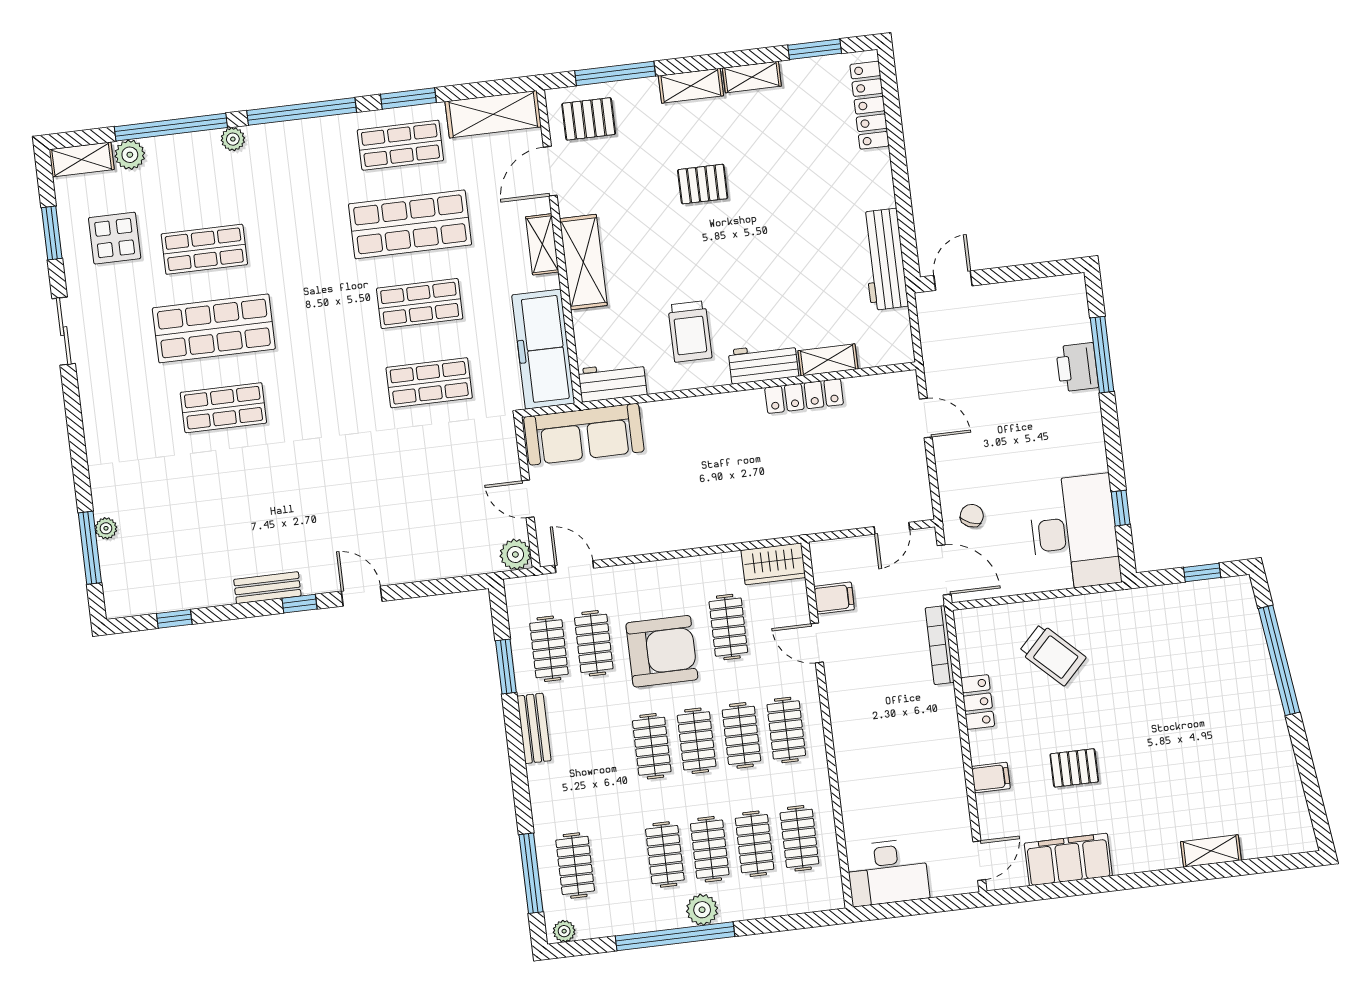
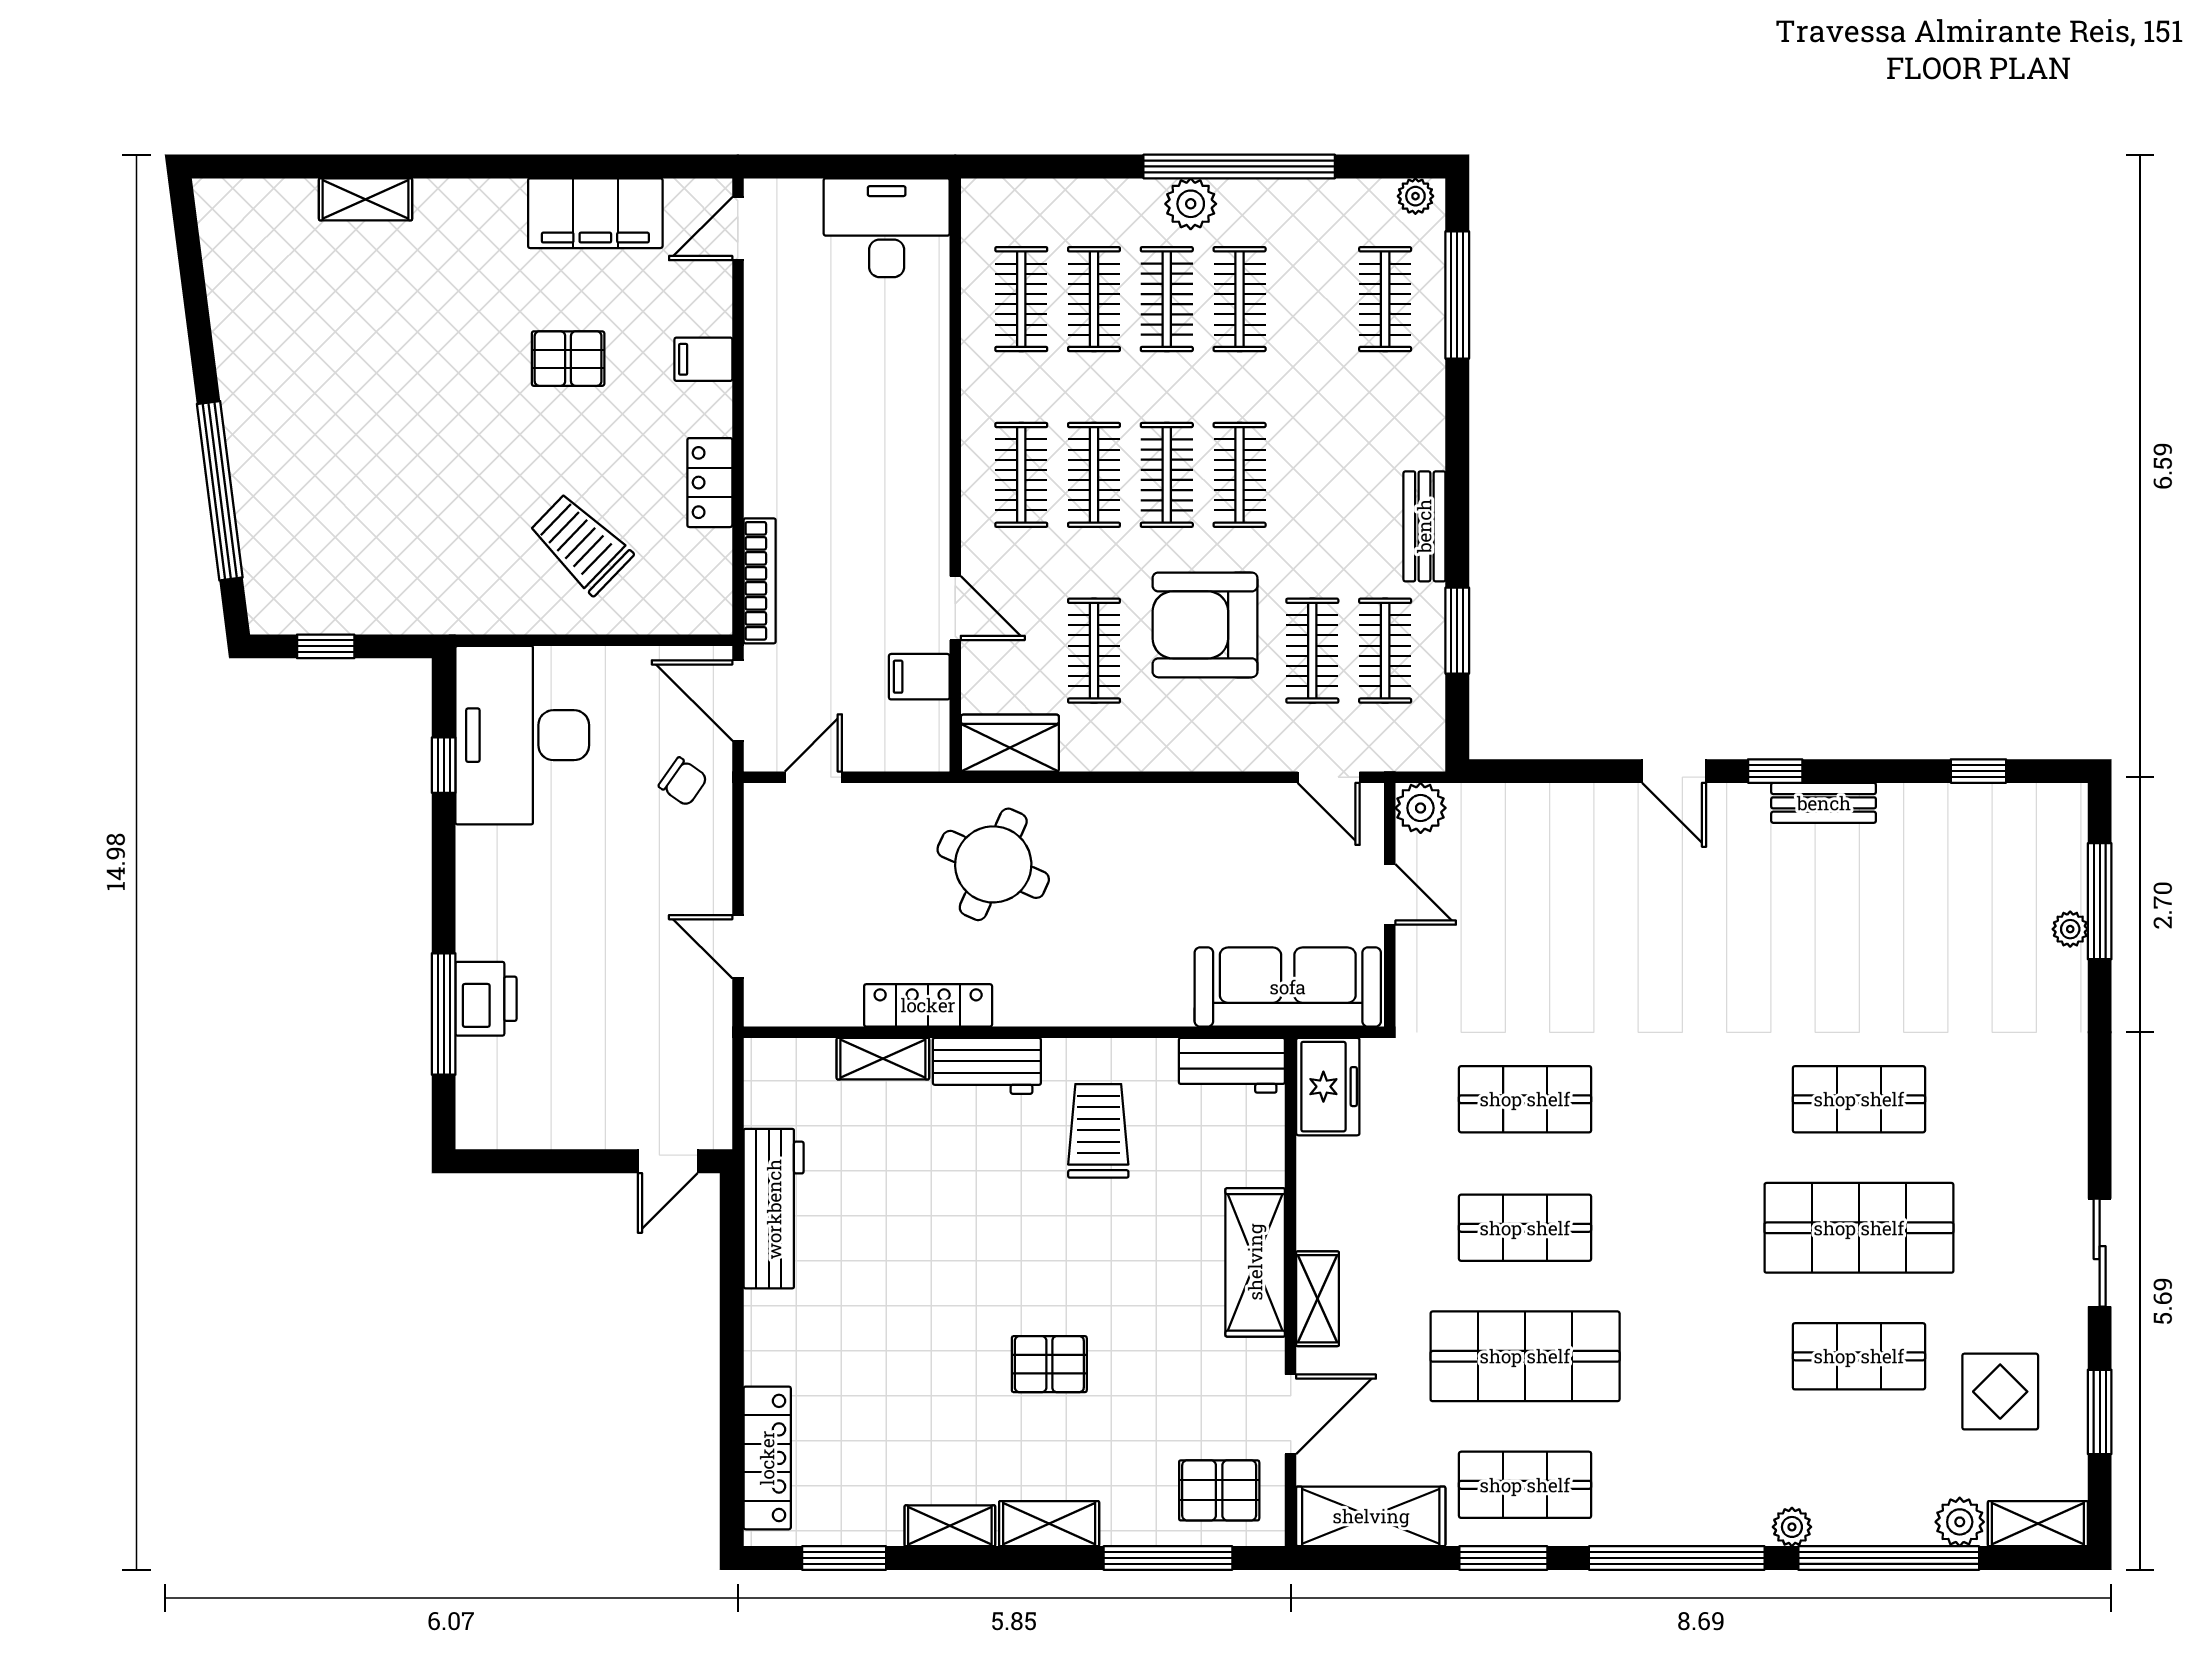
freezer: (543, 349) -> (1328, 1087), width x0.52, depth x0.79
round table: (775, 488) -> (993, 864), added
chair: (972, 516) -> (683, 782), turned -78

